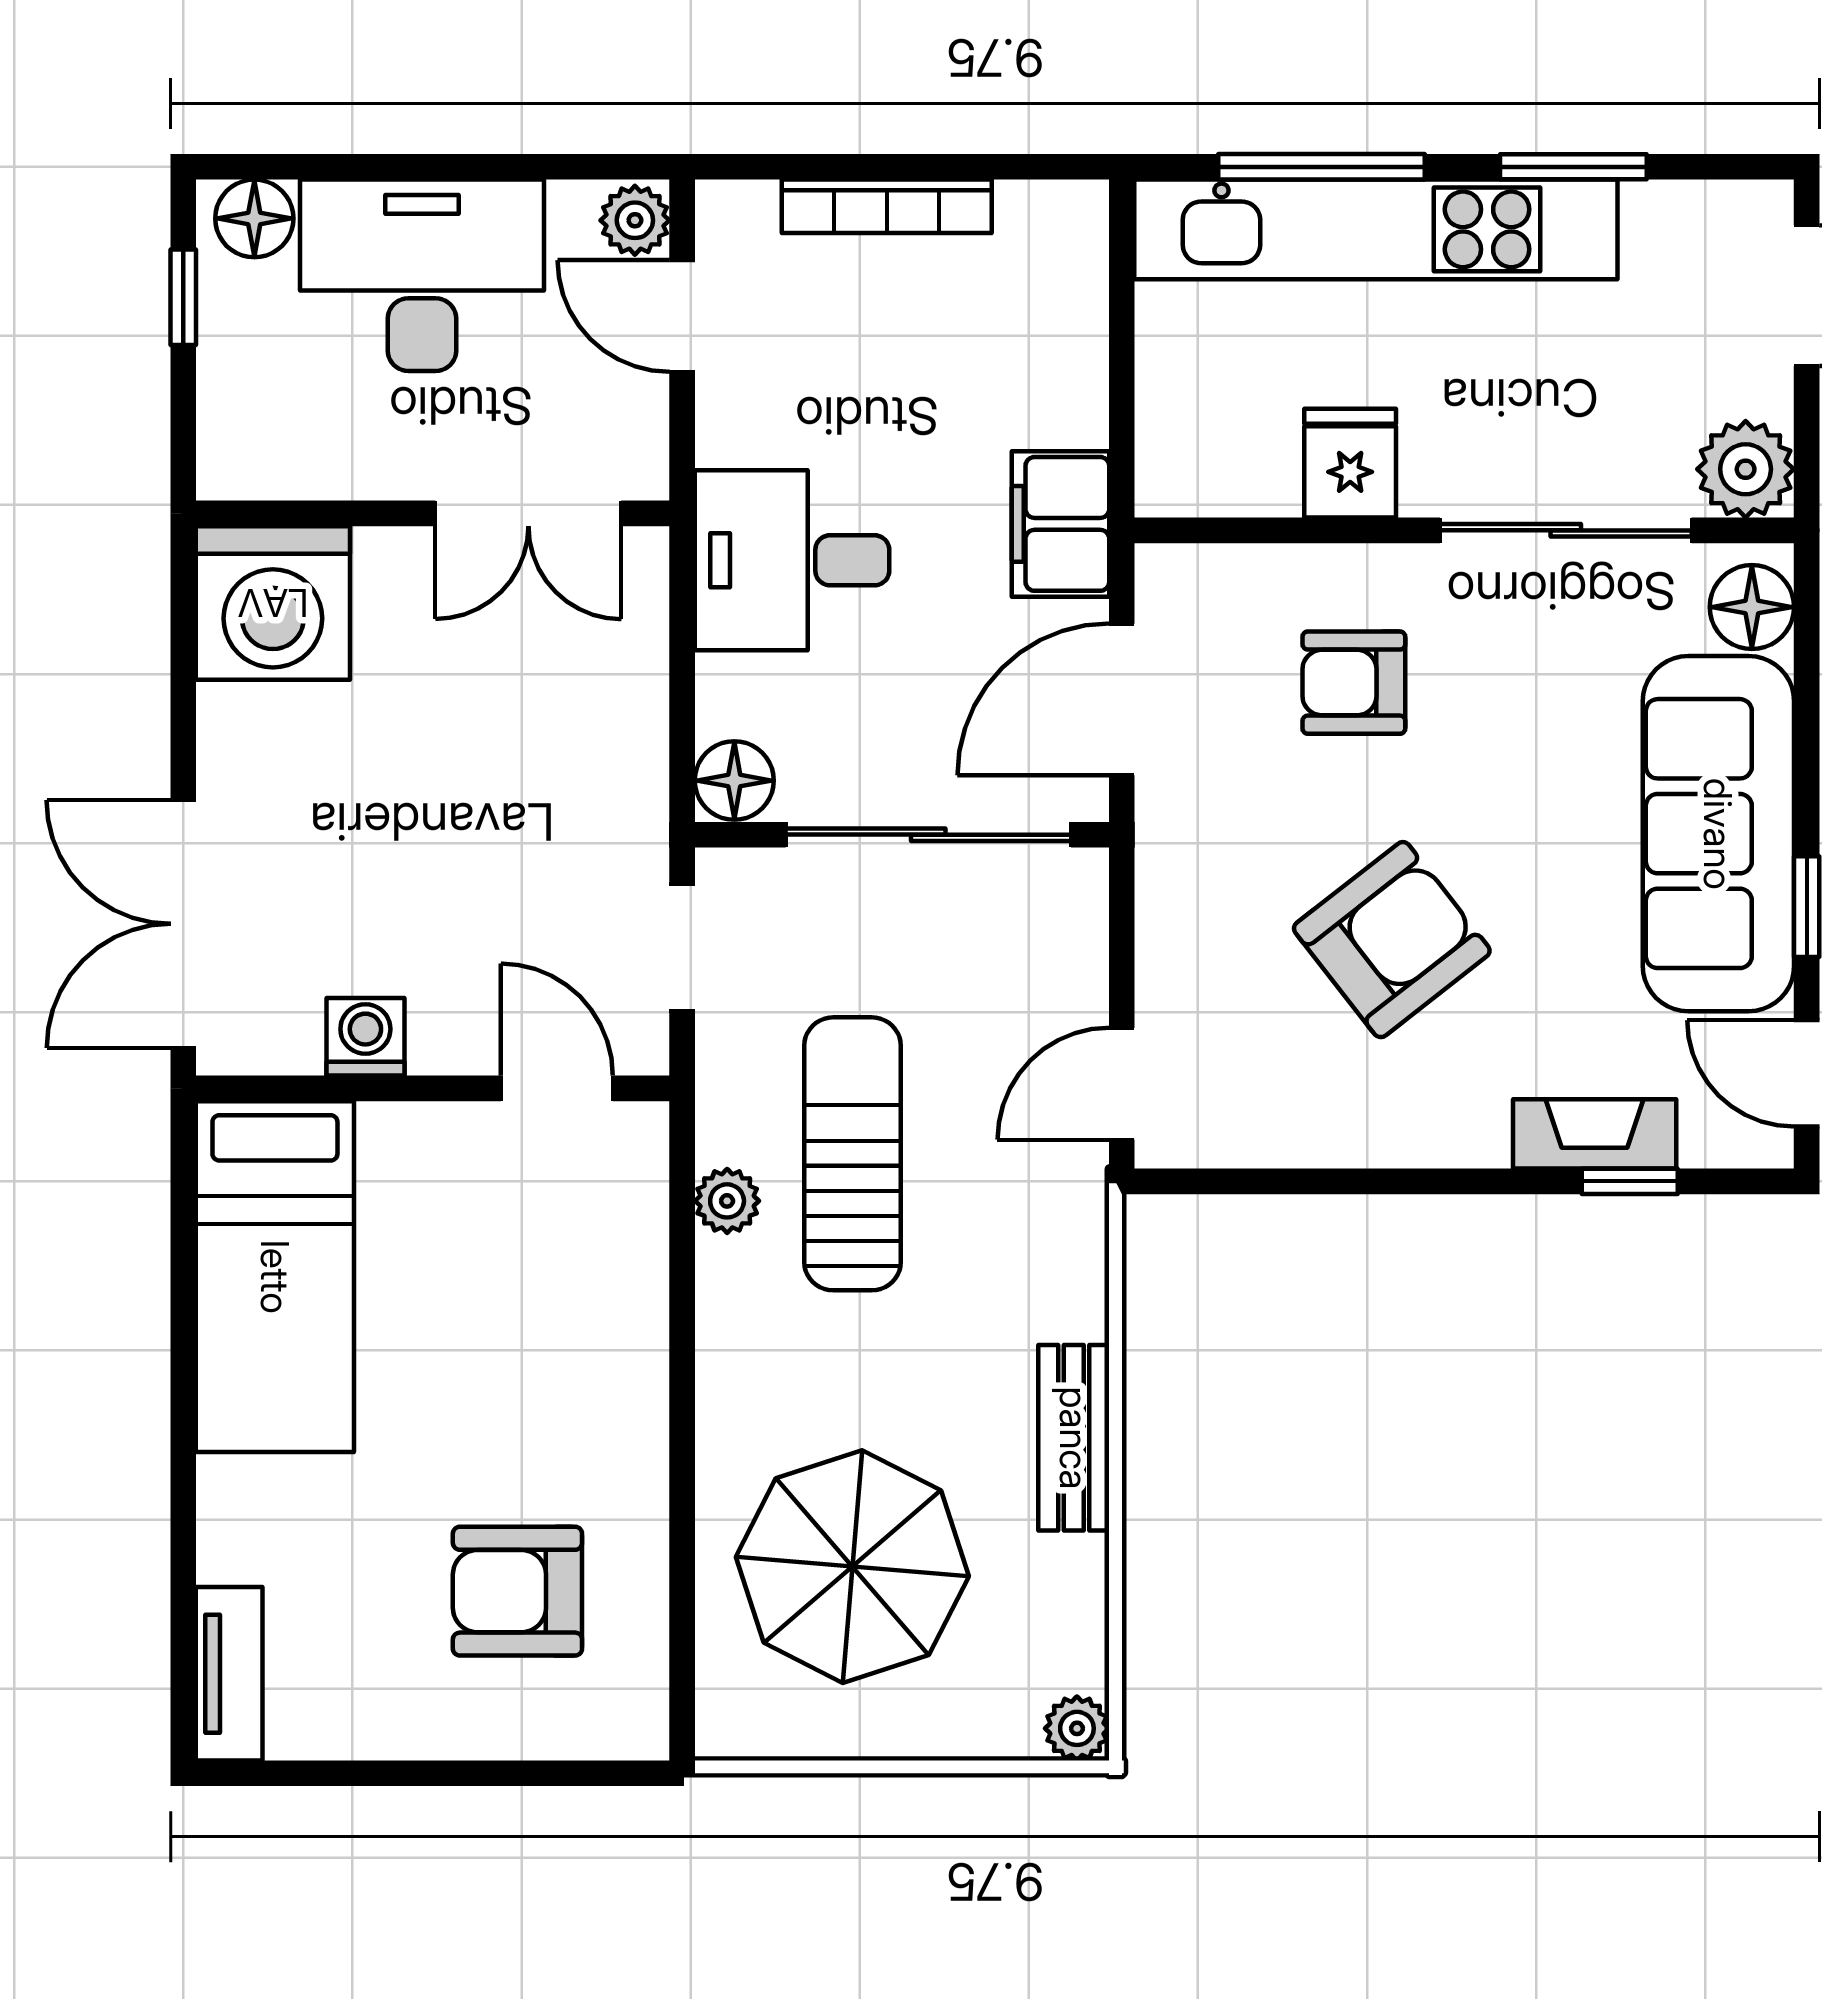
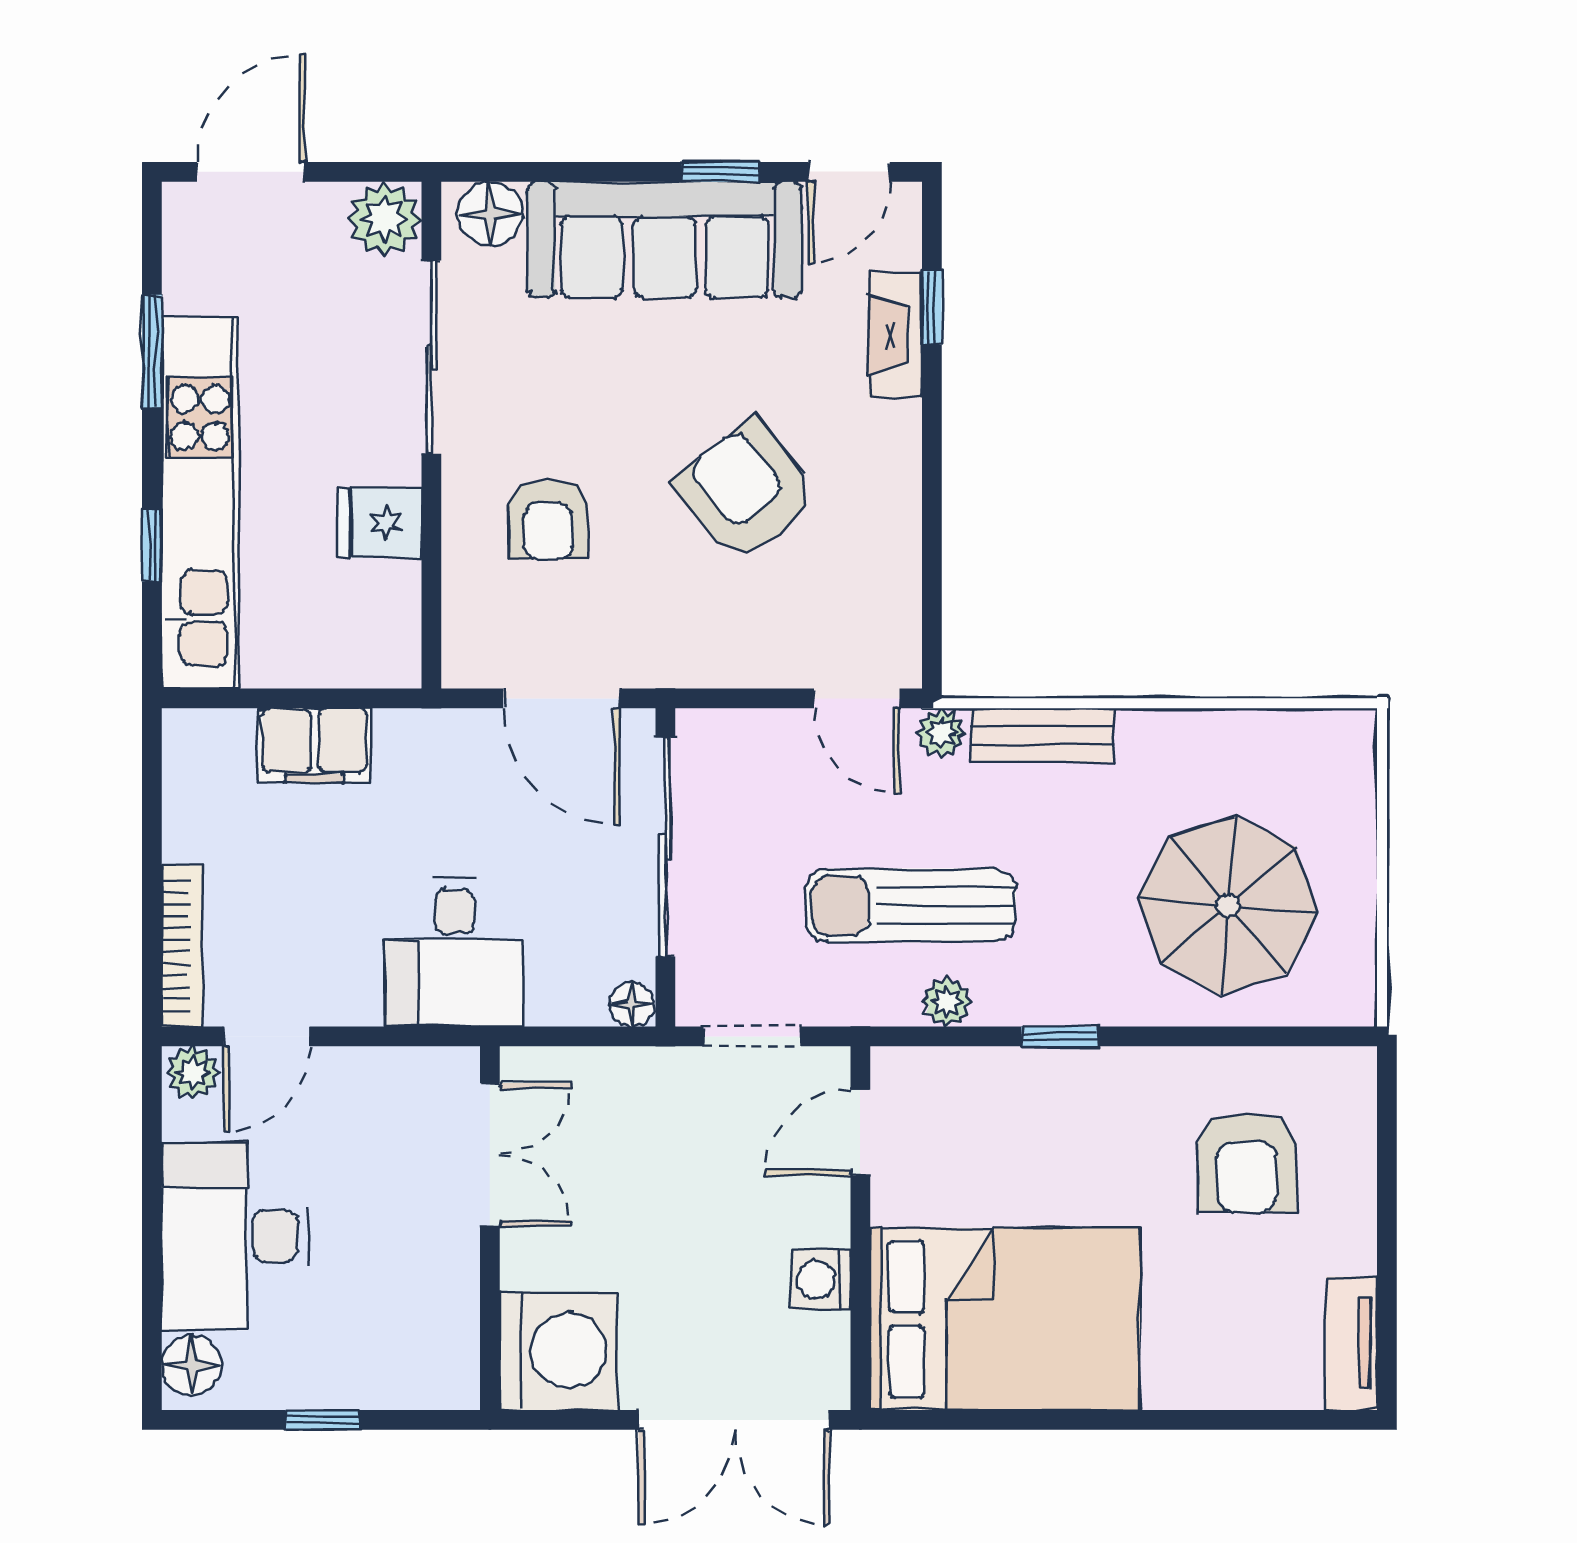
window: (1322, 167) -> (152, 545), width x0.46
bookcase: (887, 206) -> (182, 946), moved
window: (183, 297) -> (322, 1420), moved
wall: (433, 513) -> (490, 1228), moved
double door: (528, 513) -> (490, 1155), moved
filing cabinet: (1061, 524) -> (314, 745), moved
washing machine: (273, 603) -> (559, 1351), moved
floor lamp: (734, 781) -> (632, 1004), width x0.73, depth x0.73
bed: (275, 1277) -> (1005, 1319), width x1.50
window: (682, 1348) -> (1060, 1036), added
bench: (1074, 1438) -> (1042, 735), moved
tv unit: (229, 1674) -> (1352, 1343), moved, turned -90
plant: (1077, 1728) -> (941, 733), moved

